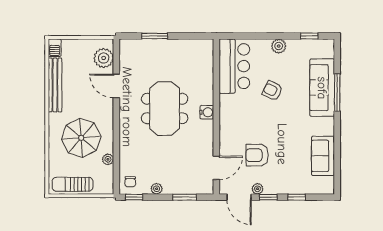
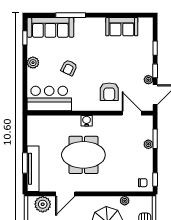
tv unit: (147, 46) -> (33, 169), added
sofa: (322, 88) -> (50, 27), moved
armchair: (257, 155) -> (109, 92), moved
plant: (157, 189) -> (148, 144), moved

